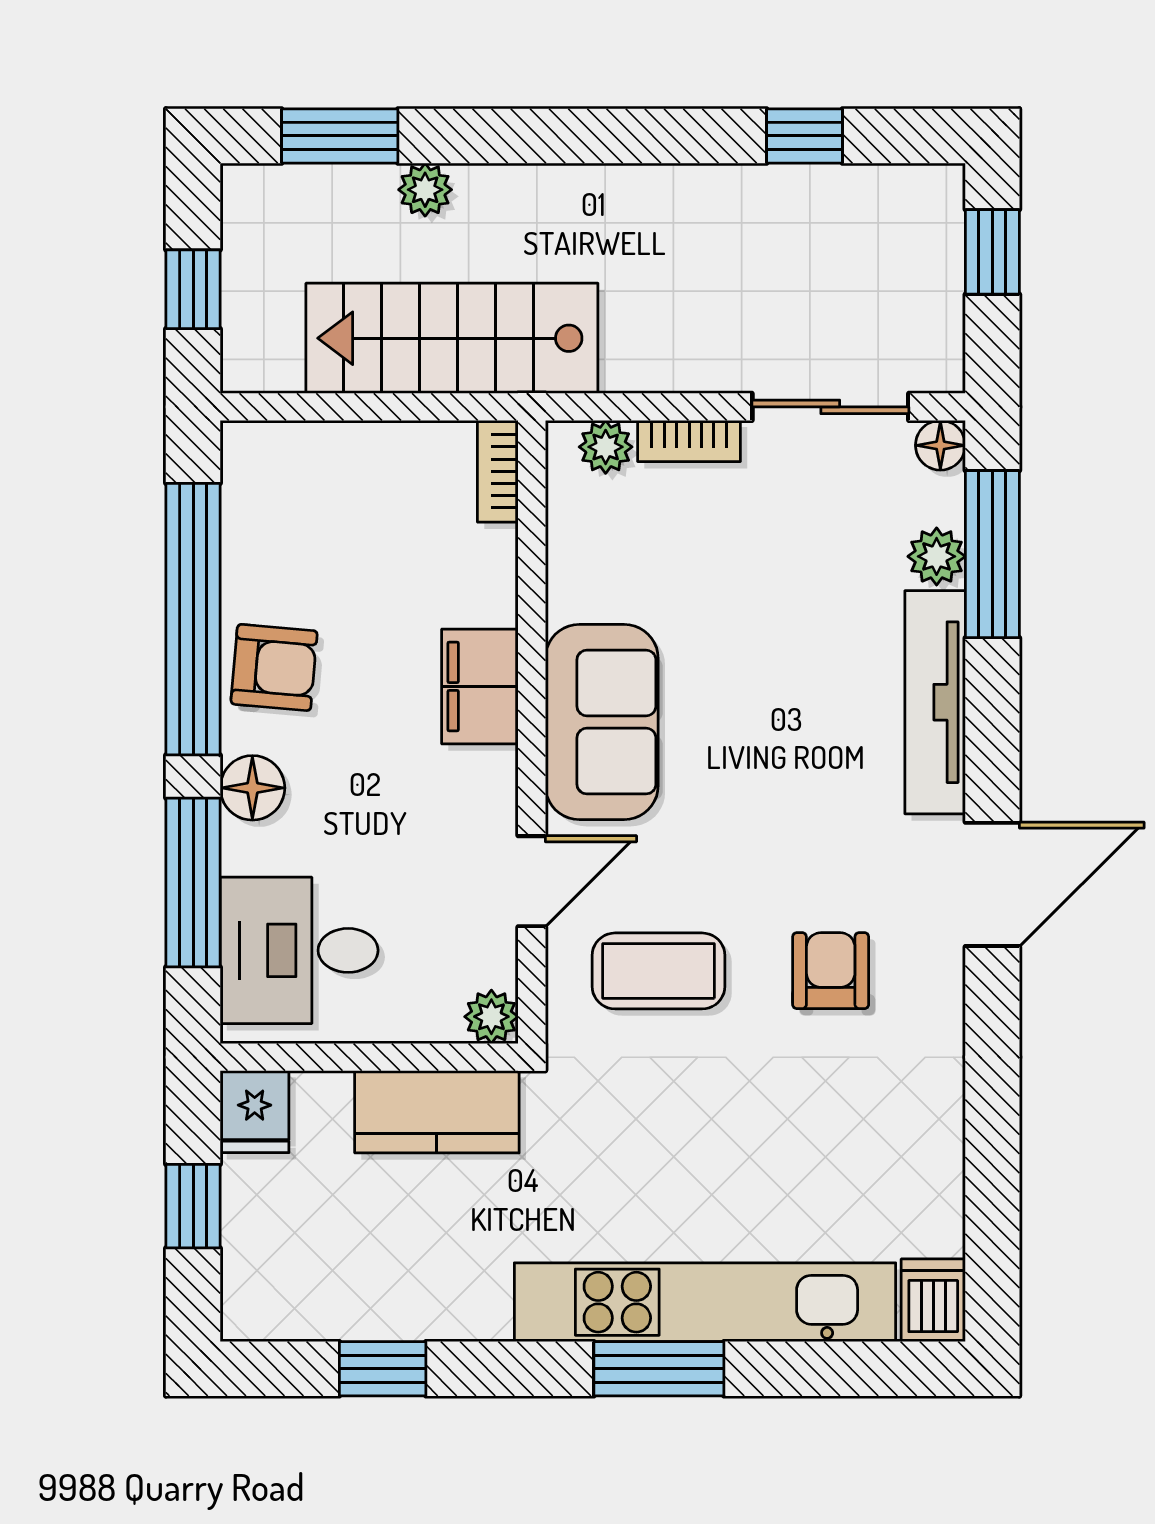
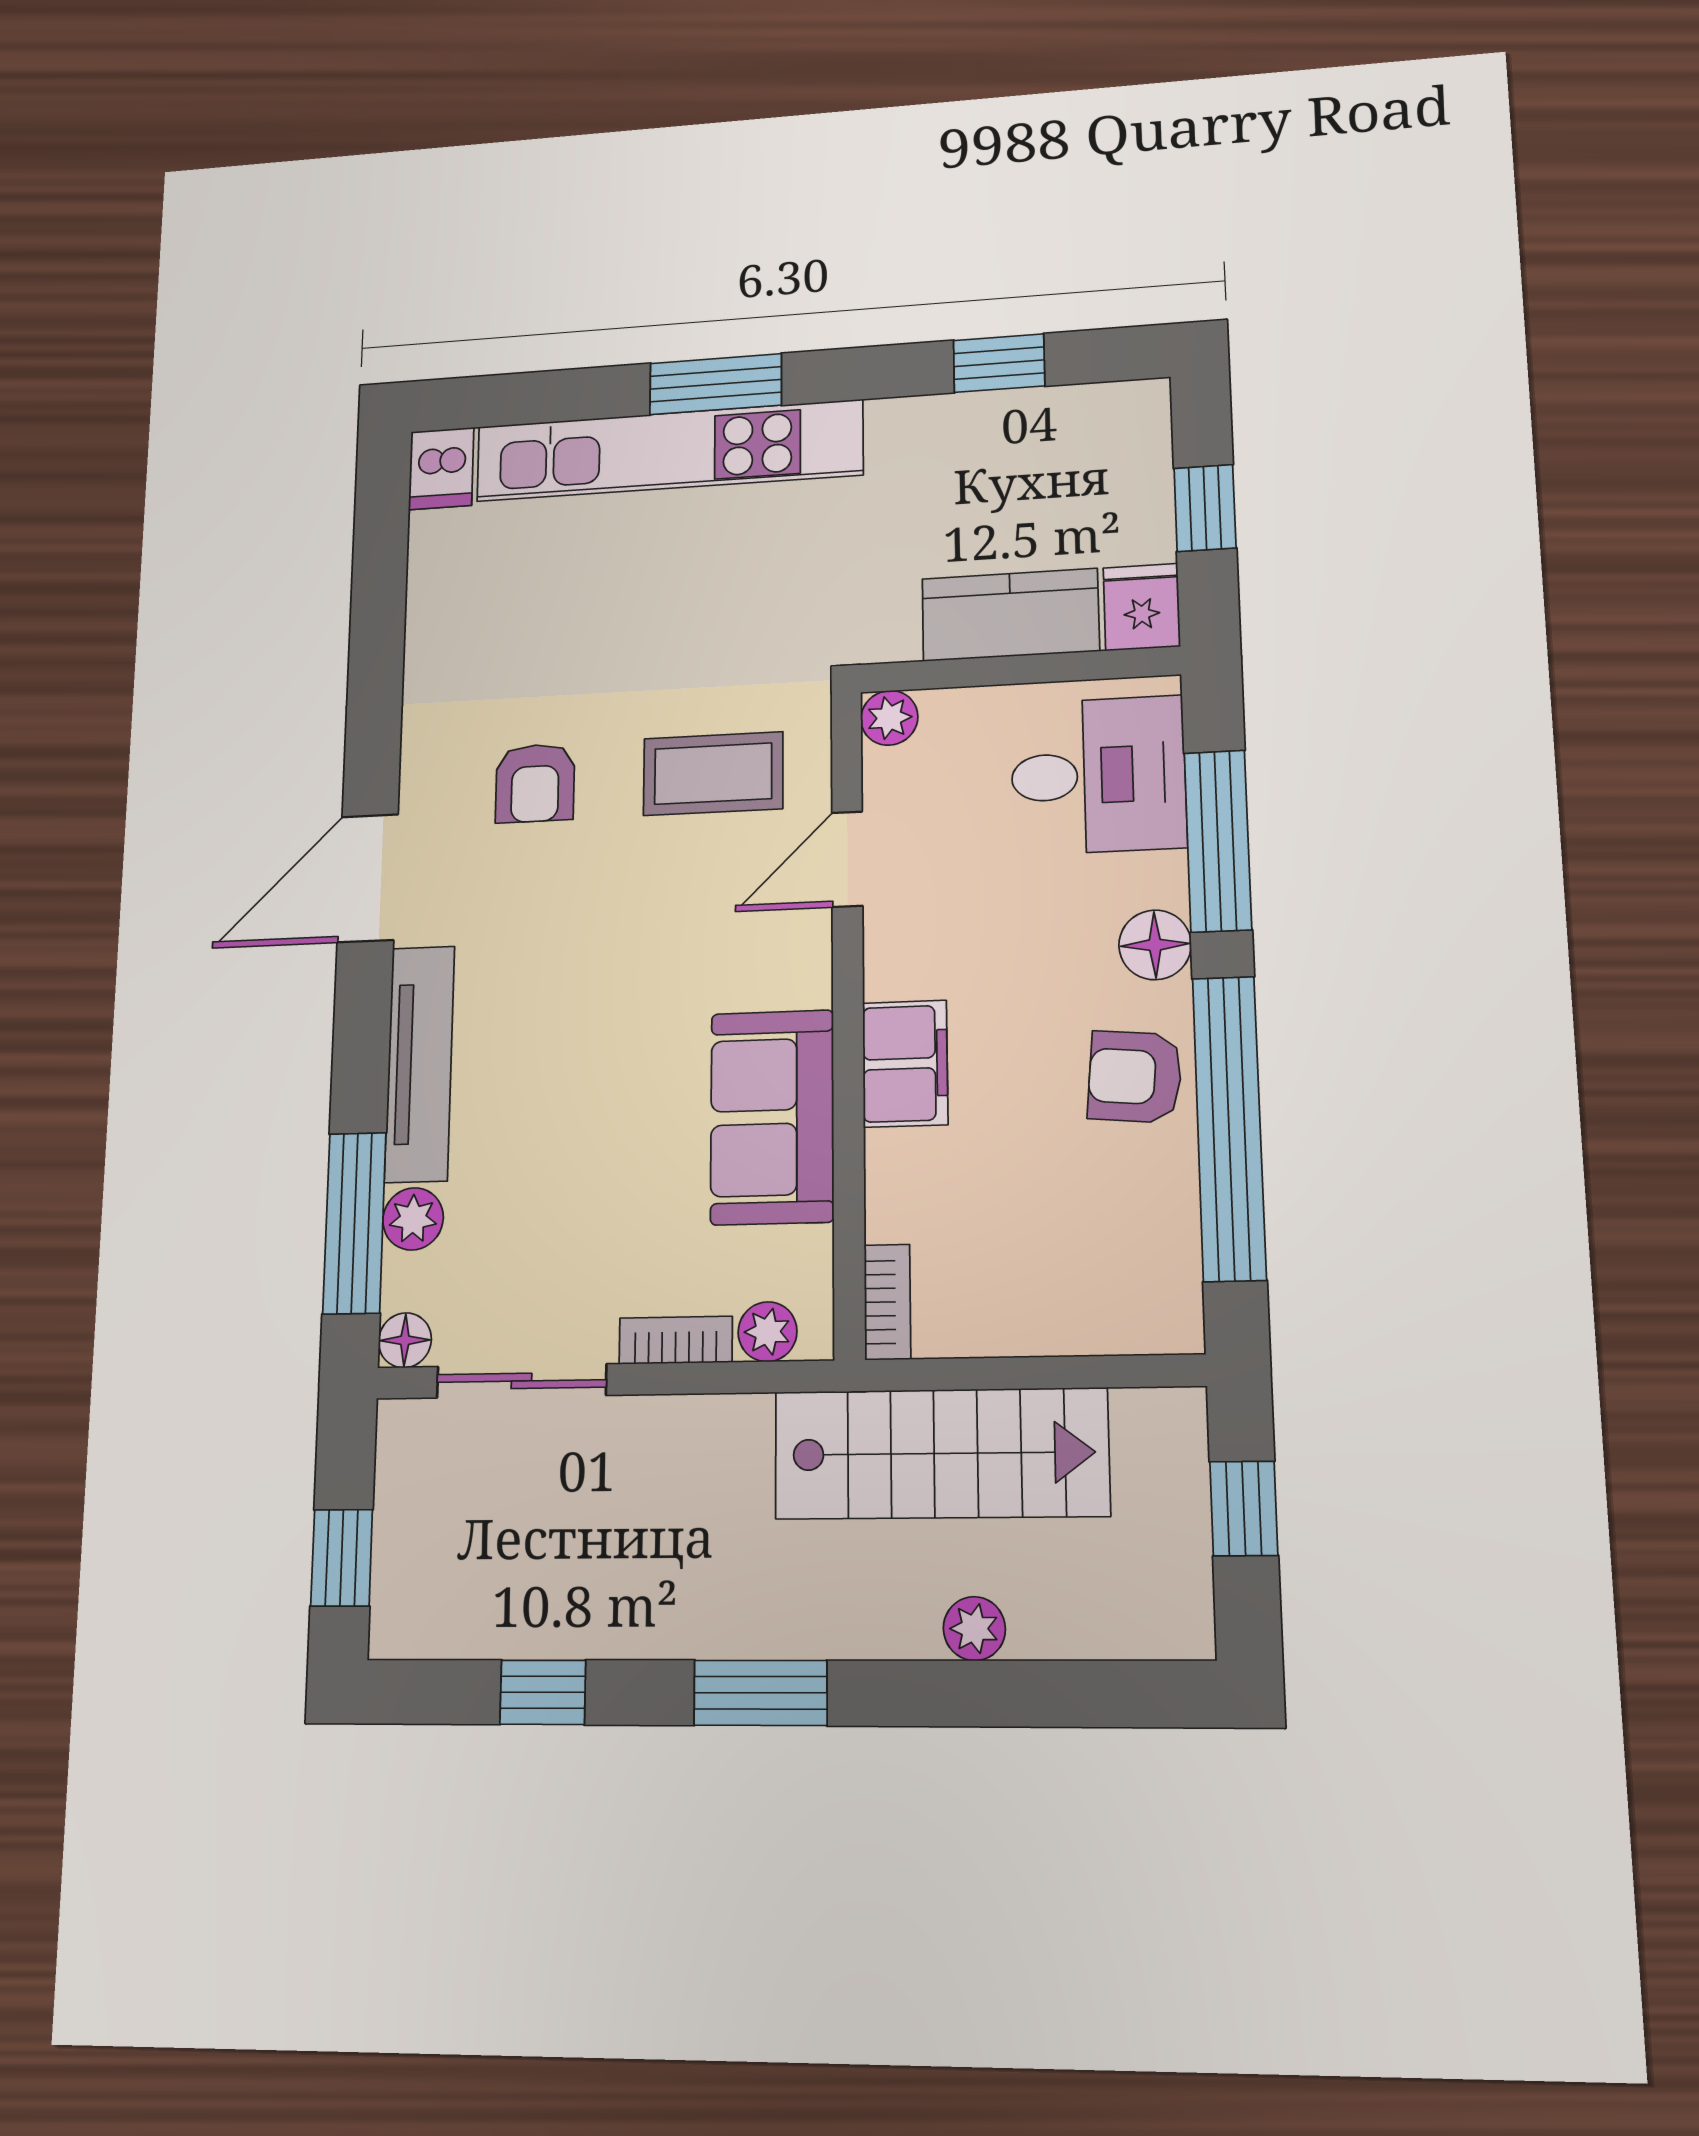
window: (340, 136) -> (760, 1693), moved
sofa: (602, 722) -> (772, 1117), moved
kitchen counter: (437, 1112) -> (1010, 615), moved

